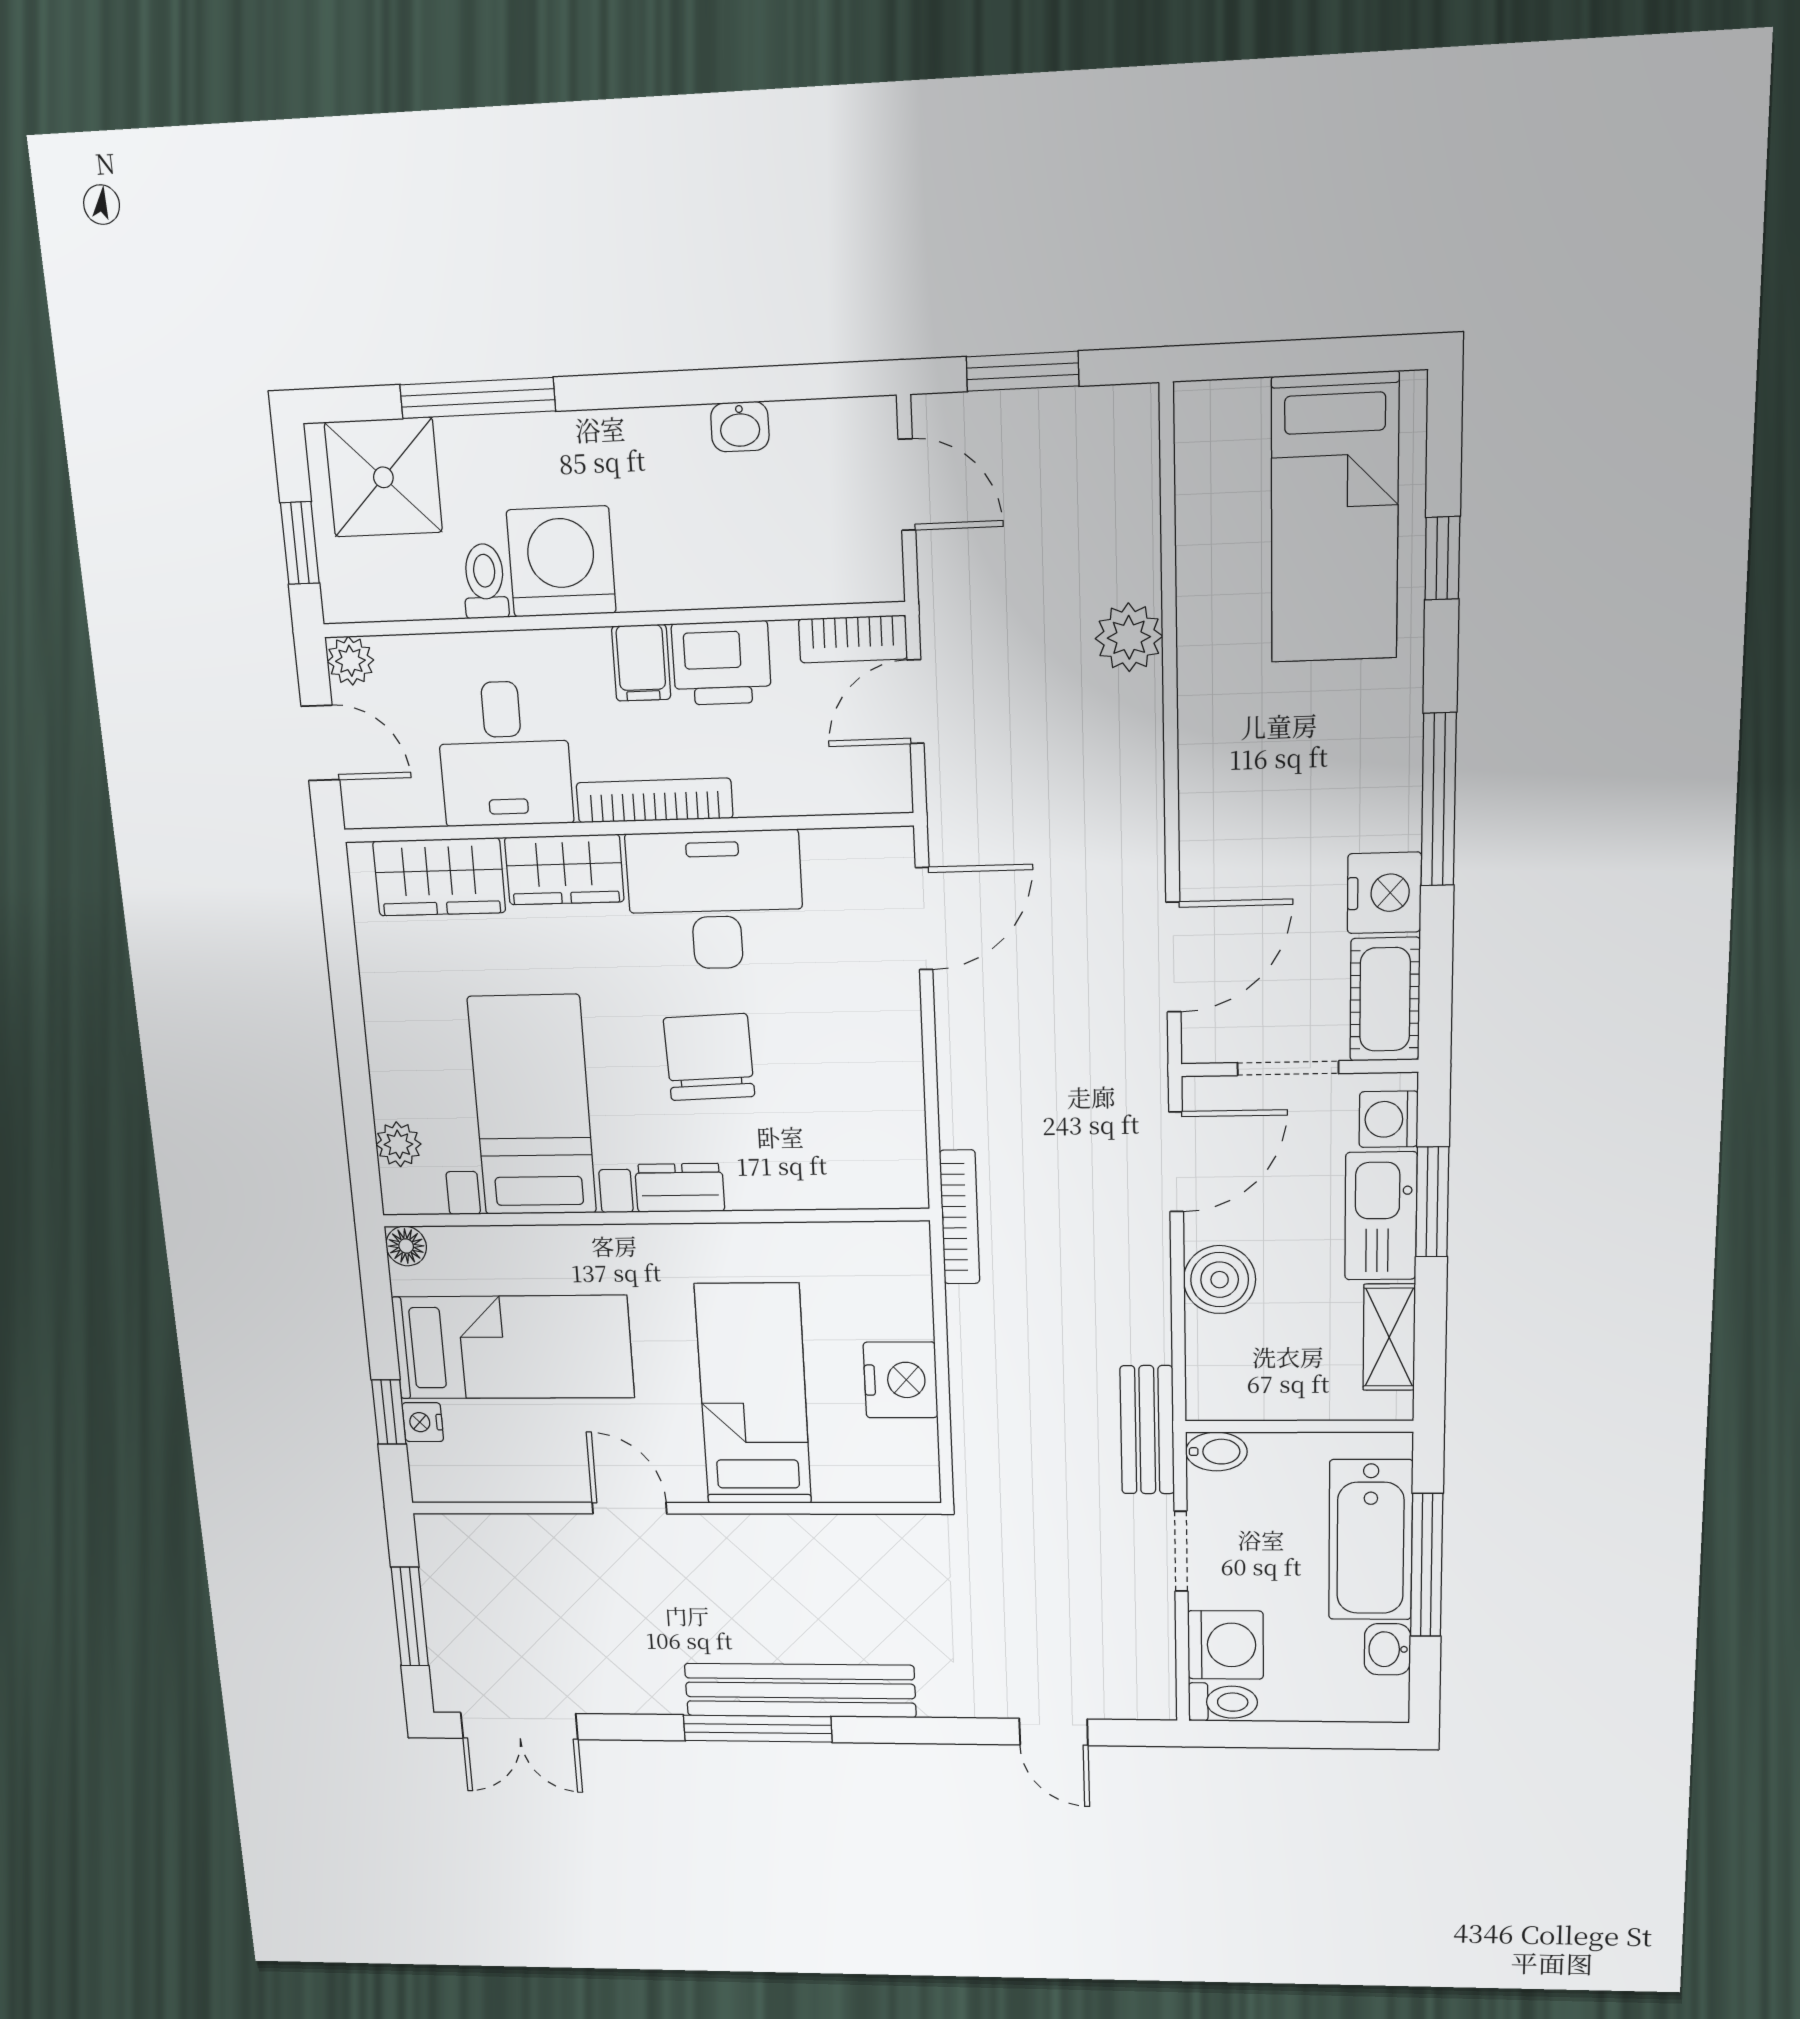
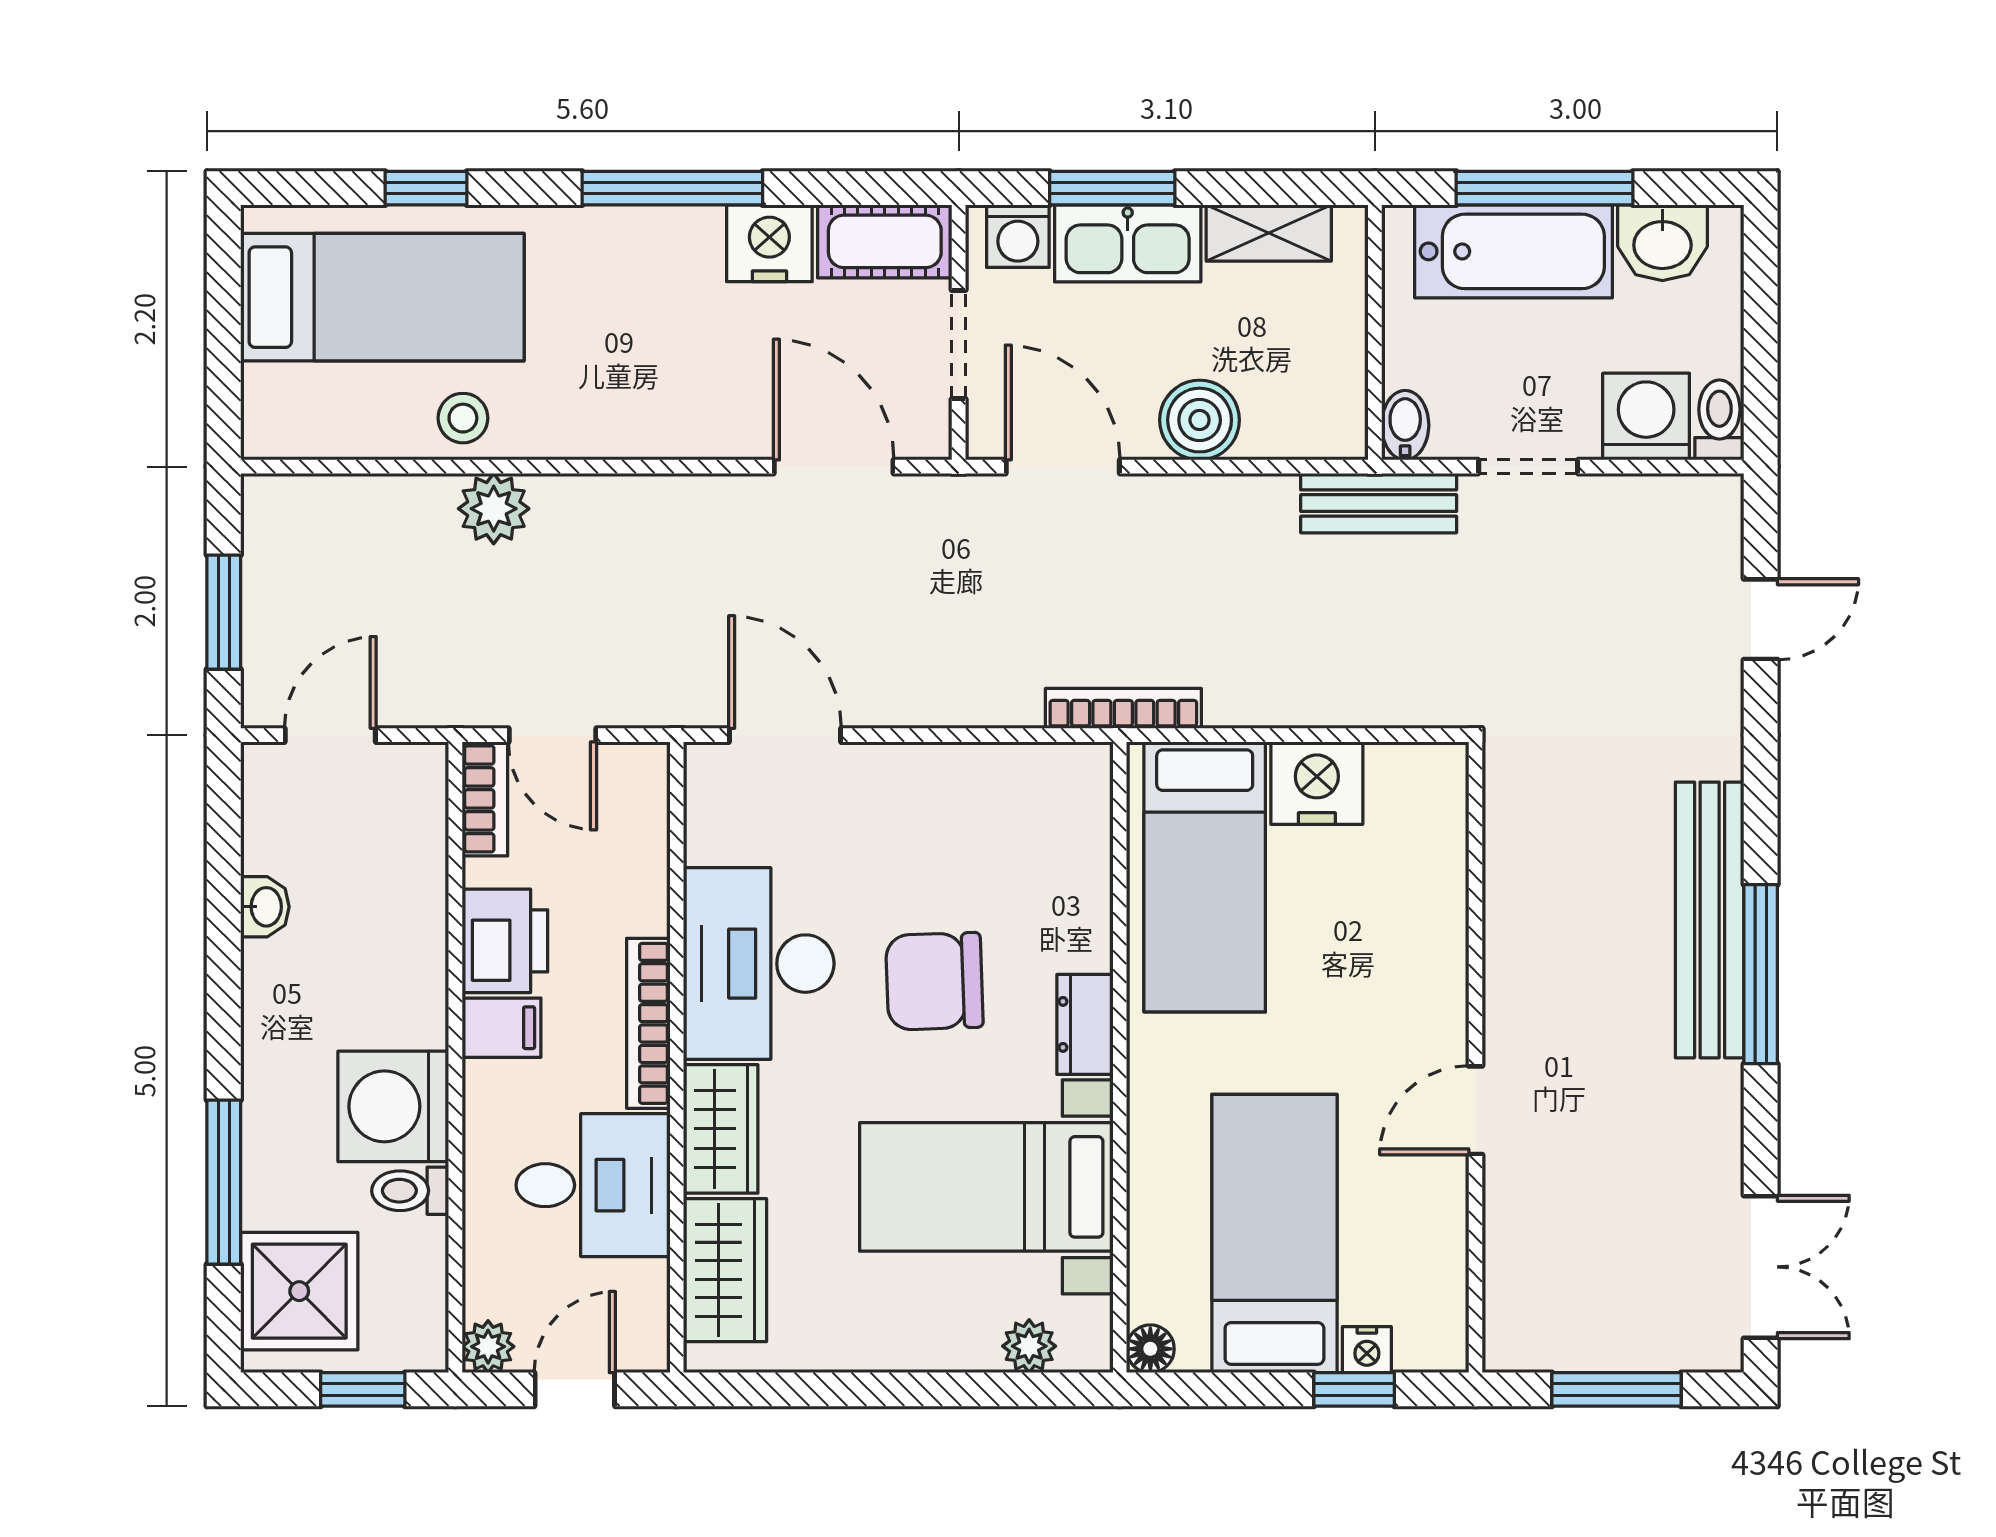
stool: (1216, 604) -> (463, 418), added
bed: (753, 1394) -> (1205, 877), moved, turned -90
washbasin: (1387, 1649) -> (1662, 243), width x1.38, depth x1.45

